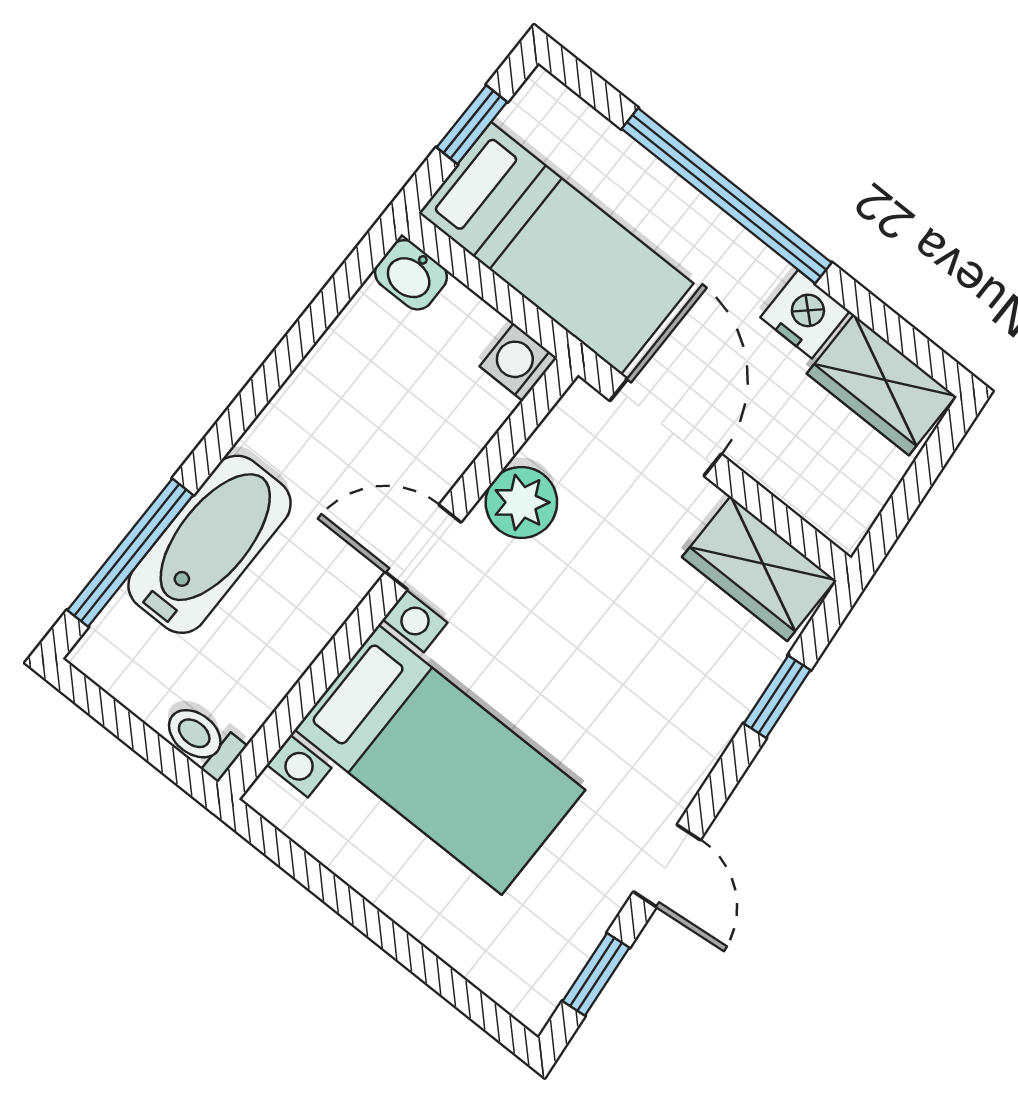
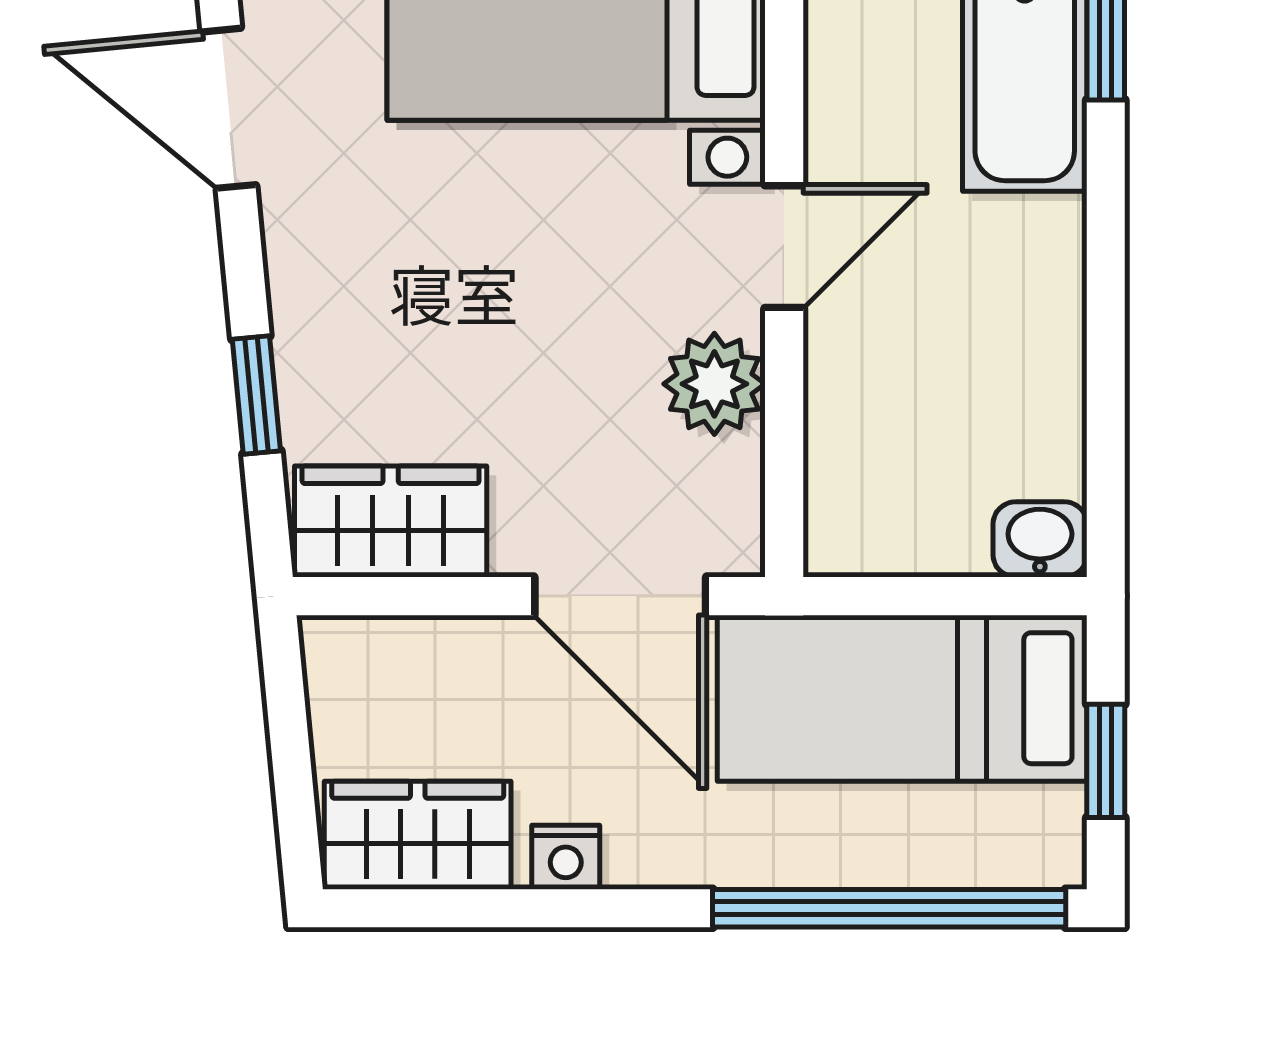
window: (727, 196) -> (889, 908), moved
nightstand: (805, 314) -> (566, 857), width x0.72, depth x0.74
washing machine: (518, 362) -> (843, 538), removed
door: (667, 866) -> (229, 108), width x1.38

